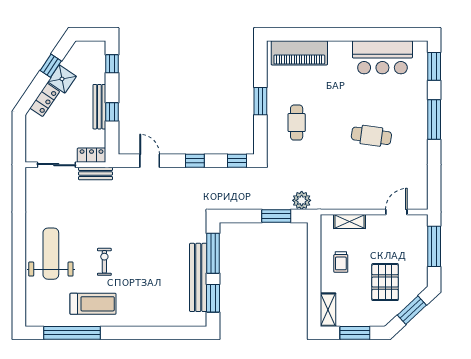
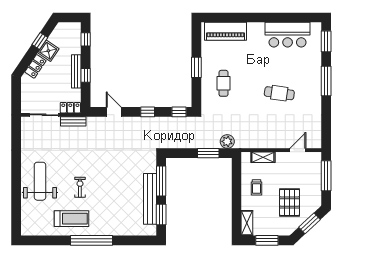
window: (72, 333) -> (92, 240), moved

